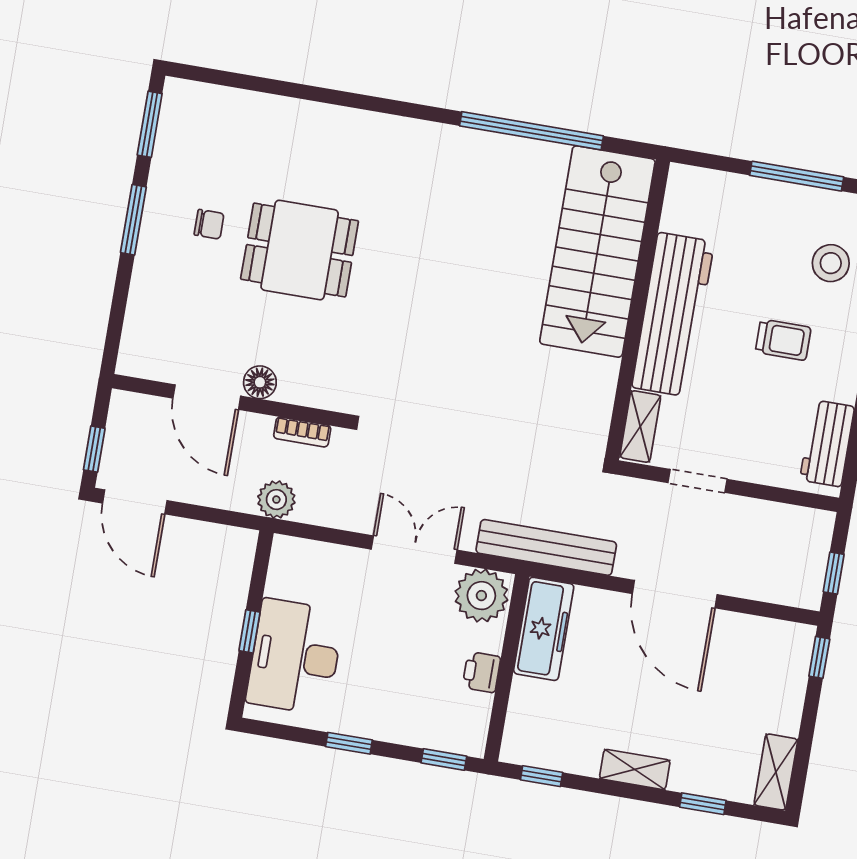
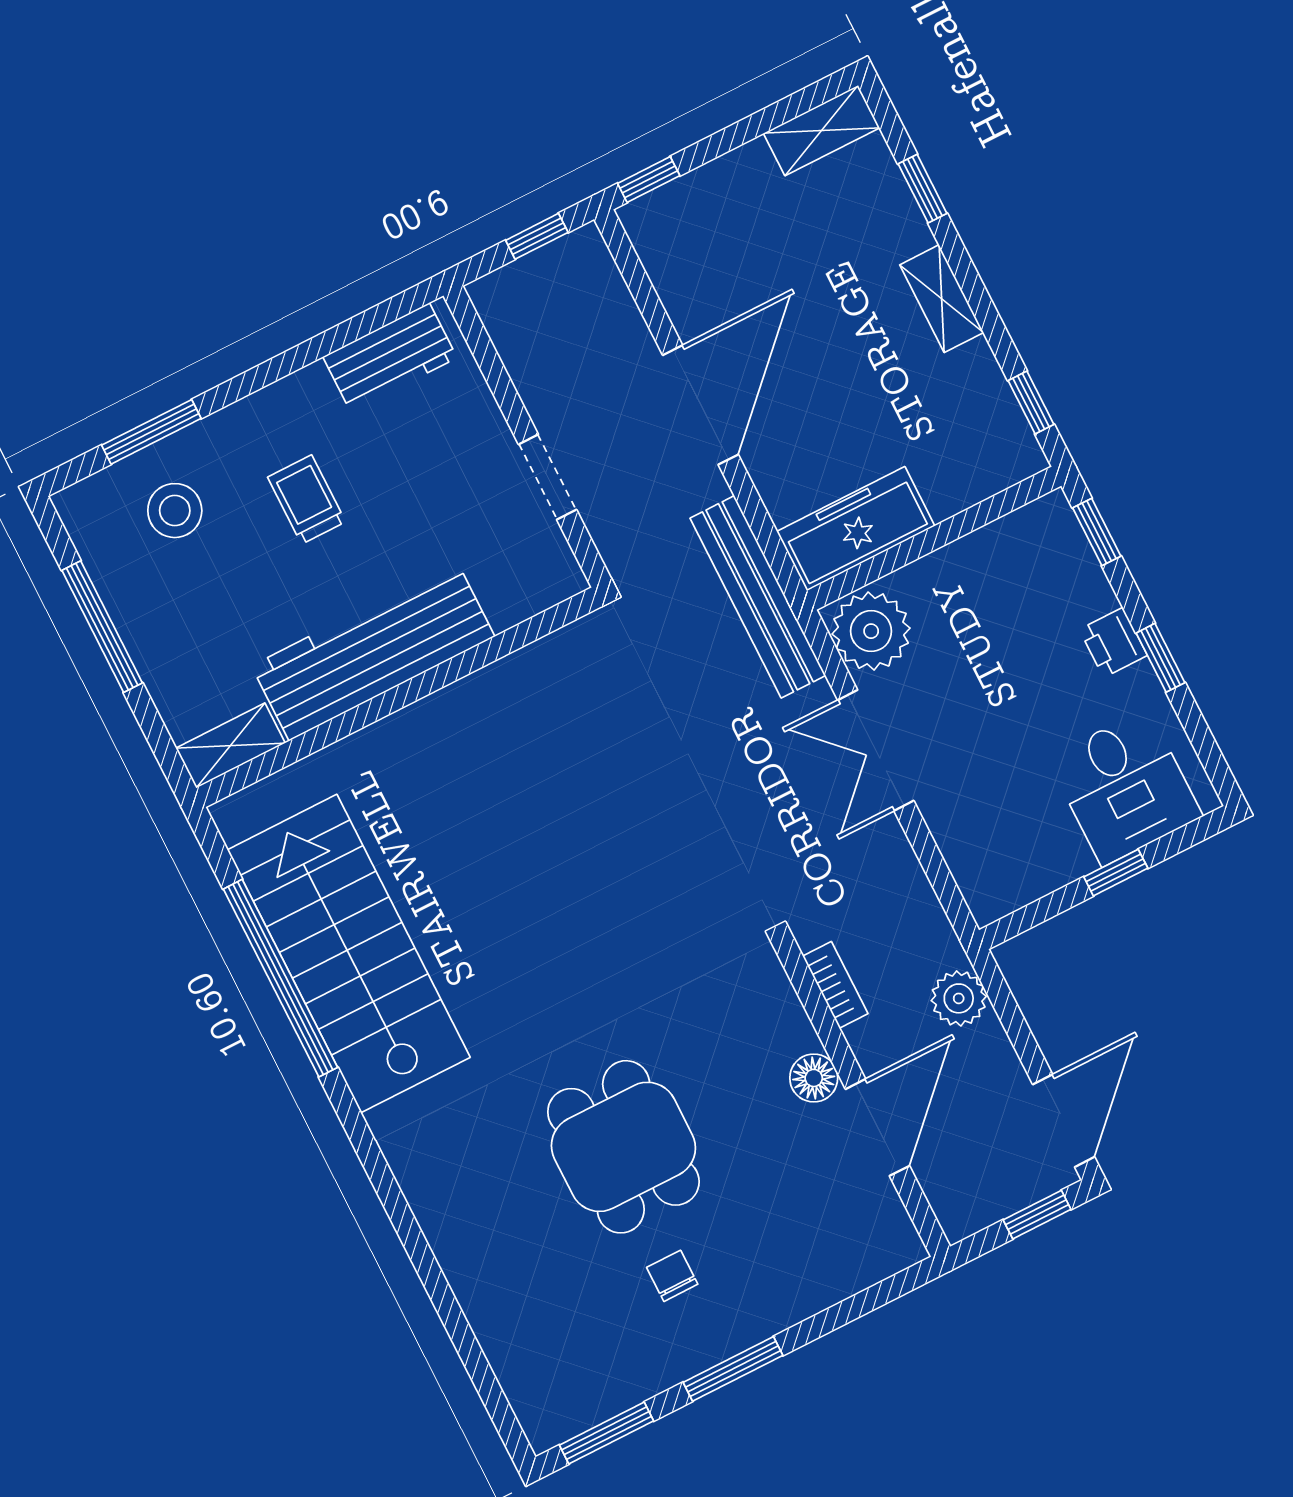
stairs: (597, 251) -> (349, 954), moved, turned -90
shelving: (640, 426) -> (230, 746), moved
plant: (276, 500) -> (959, 998), moved
desk: (295, 657) -> (1125, 787), width x0.73
printer: (481, 672) -> (1113, 642), moved, turned 90

